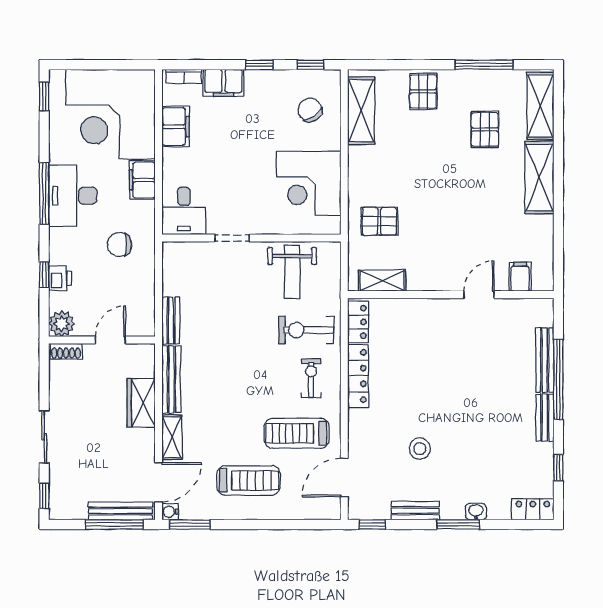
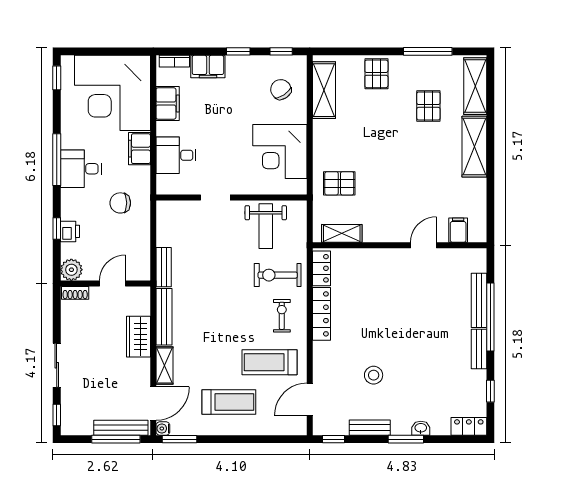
desk: (73, 196) -> (81, 169), width x0.73
desk: (184, 211) -> (176, 155), moved, turned 90

